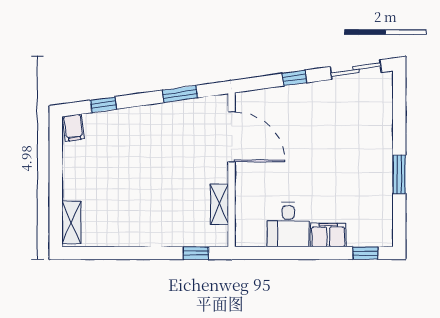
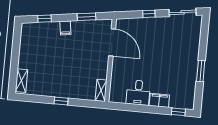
filing cabinet: (73, 128) -> (65, 28), moved
shelving: (219, 204) -> (101, 90), moved
window: (196, 253) -> (61, 101), moved

